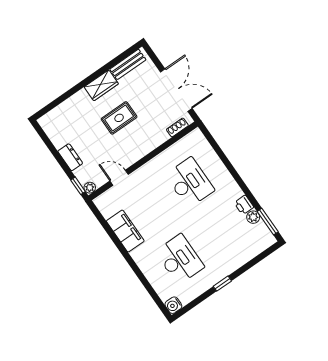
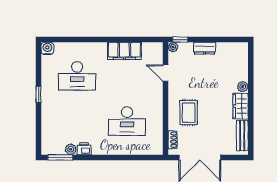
plant: (81, 96) -> (243, 87), added
rug: (119, 118) -> (189, 113), moved
door: (119, 178) -> (166, 73), swing flipped

